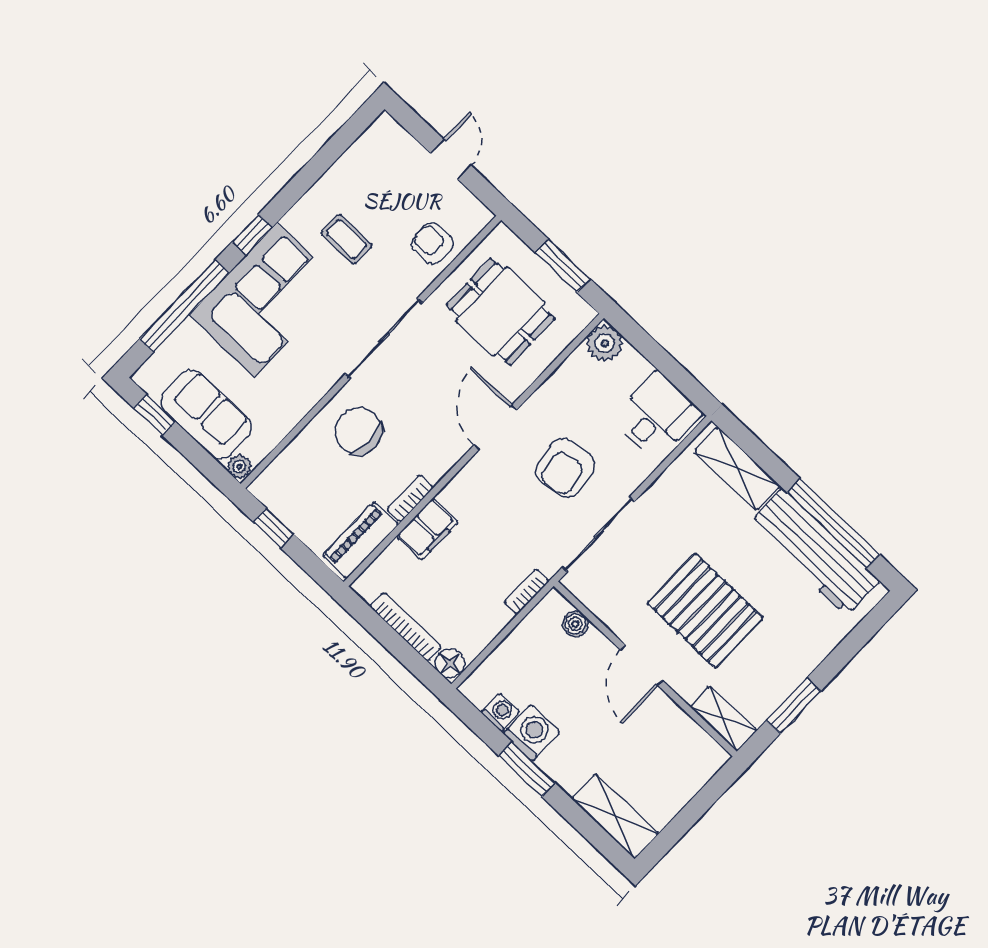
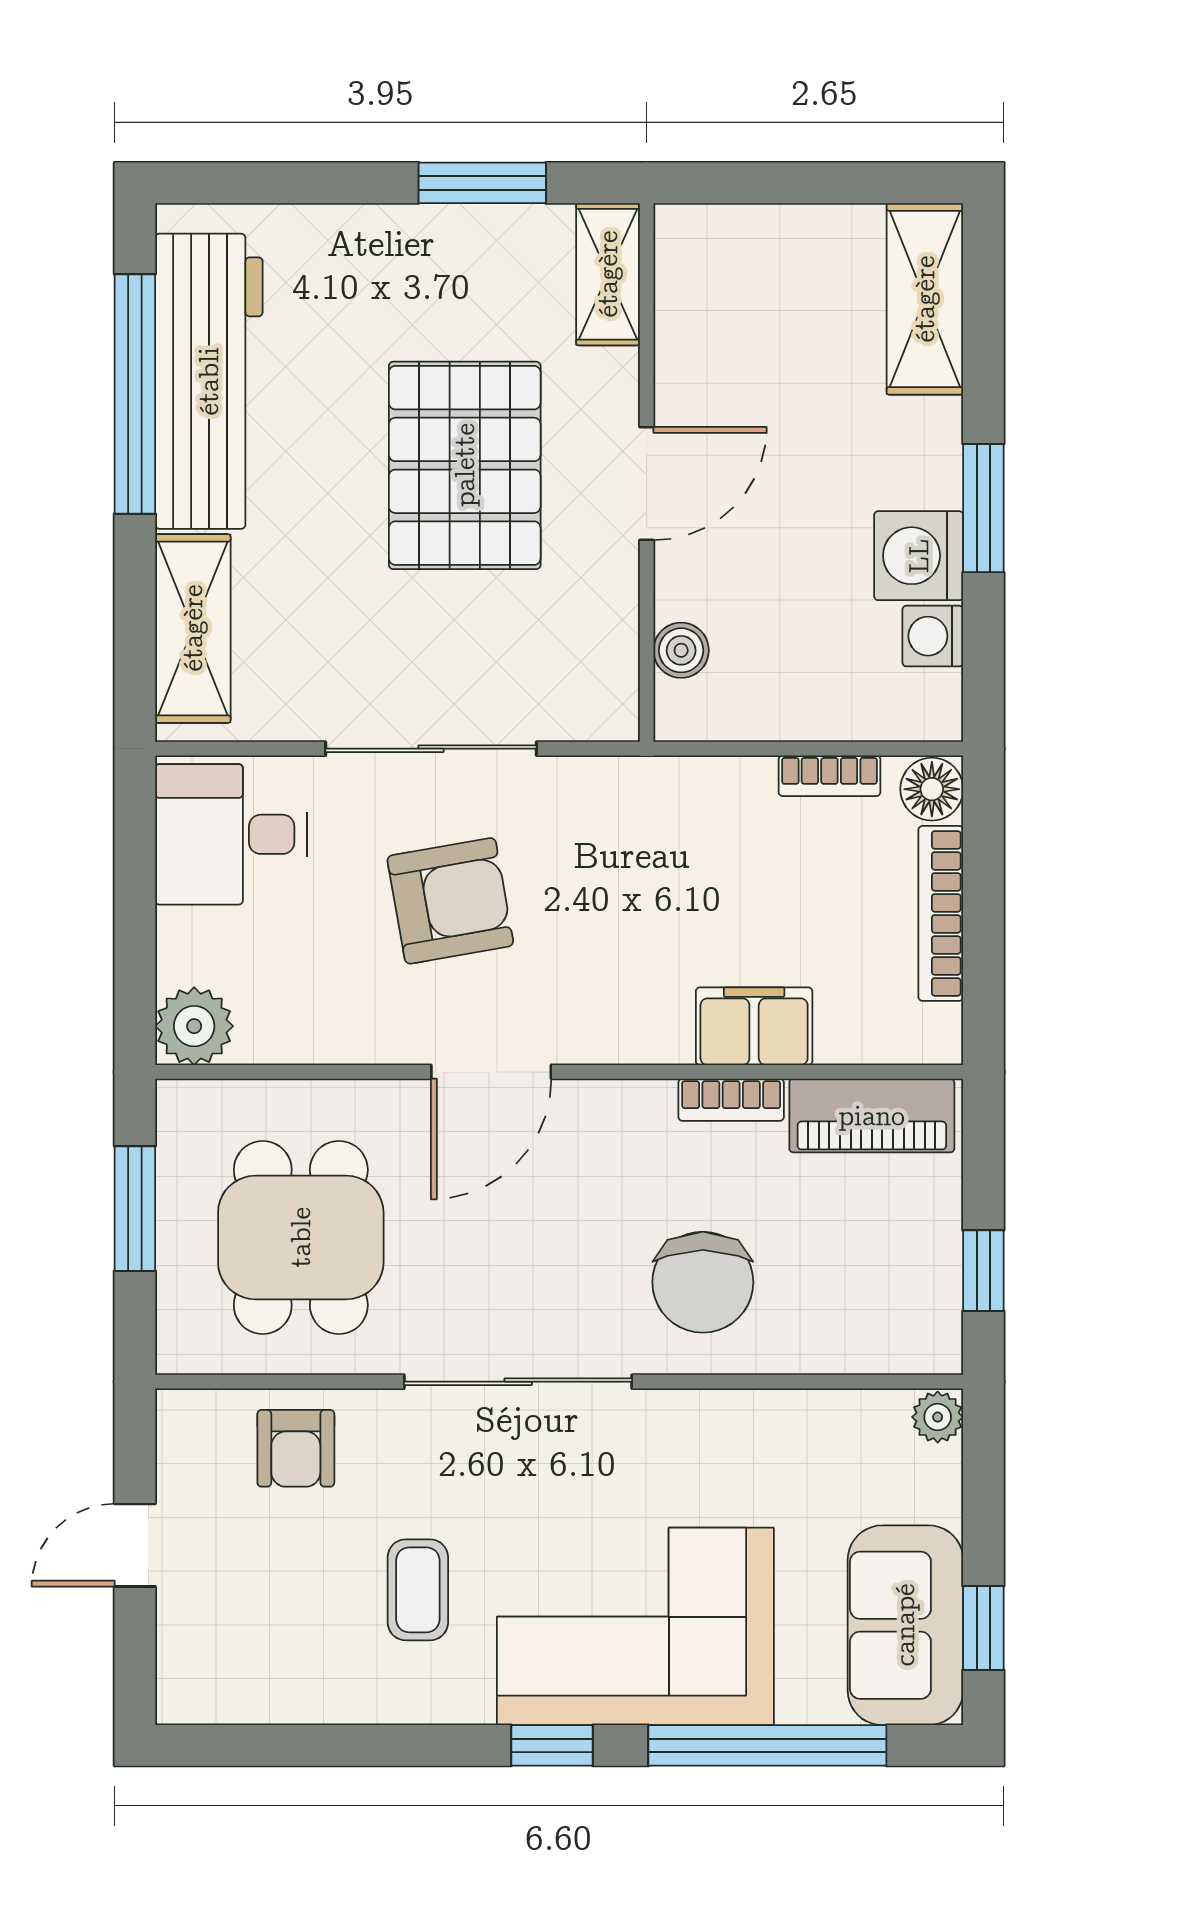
sofa: (206, 414) -> (905, 1625), moved
sliding door: (598, 534) -> (431, 749), moved
bookcase: (526, 592) -> (829, 776), moved

